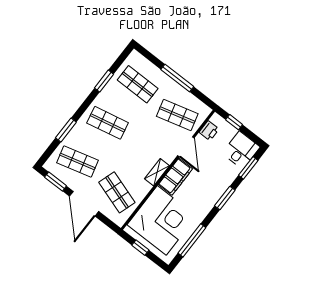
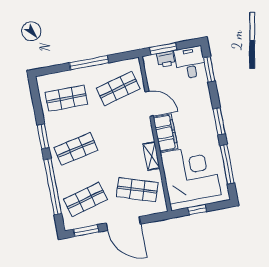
window: (104, 81) -> (43, 136), moved
window: (234, 122) -> (163, 49), width x1.50
window: (66, 130) -> (53, 187), width x2.11
printer: (209, 131) -> (166, 59), moved, turned 90
shelving: (157, 172) -> (151, 156), moved
window: (225, 198) -> (219, 121), moved

